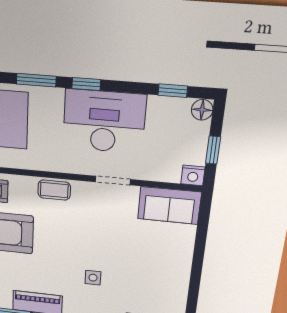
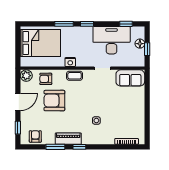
floor lamp: (202, 110) -> (140, 44), moved
desk: (104, 121) -> (112, 40), moved
nightstand: (193, 175) -> (70, 62), moved

